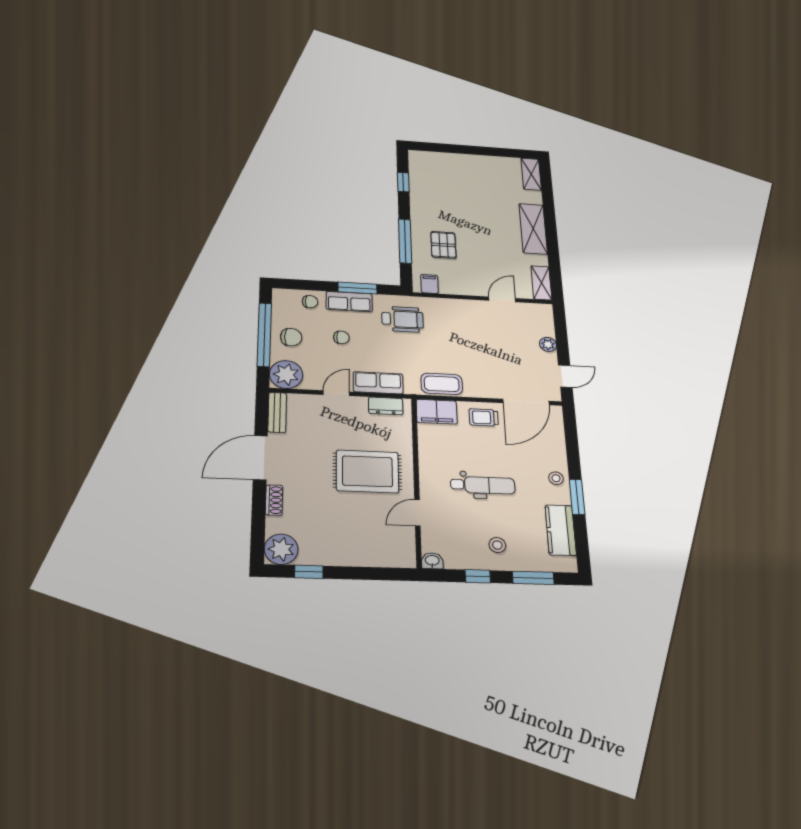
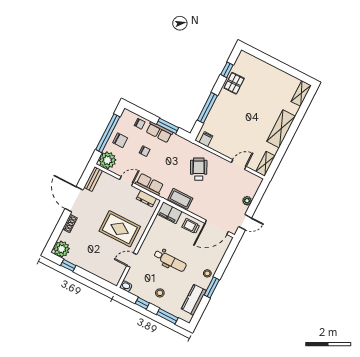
pallet: (443, 245) -> (234, 83), moved
wheelchair: (402, 319) -> (199, 169), moved, turned -117
door: (260, 458) -> (74, 199), hinge flipped

